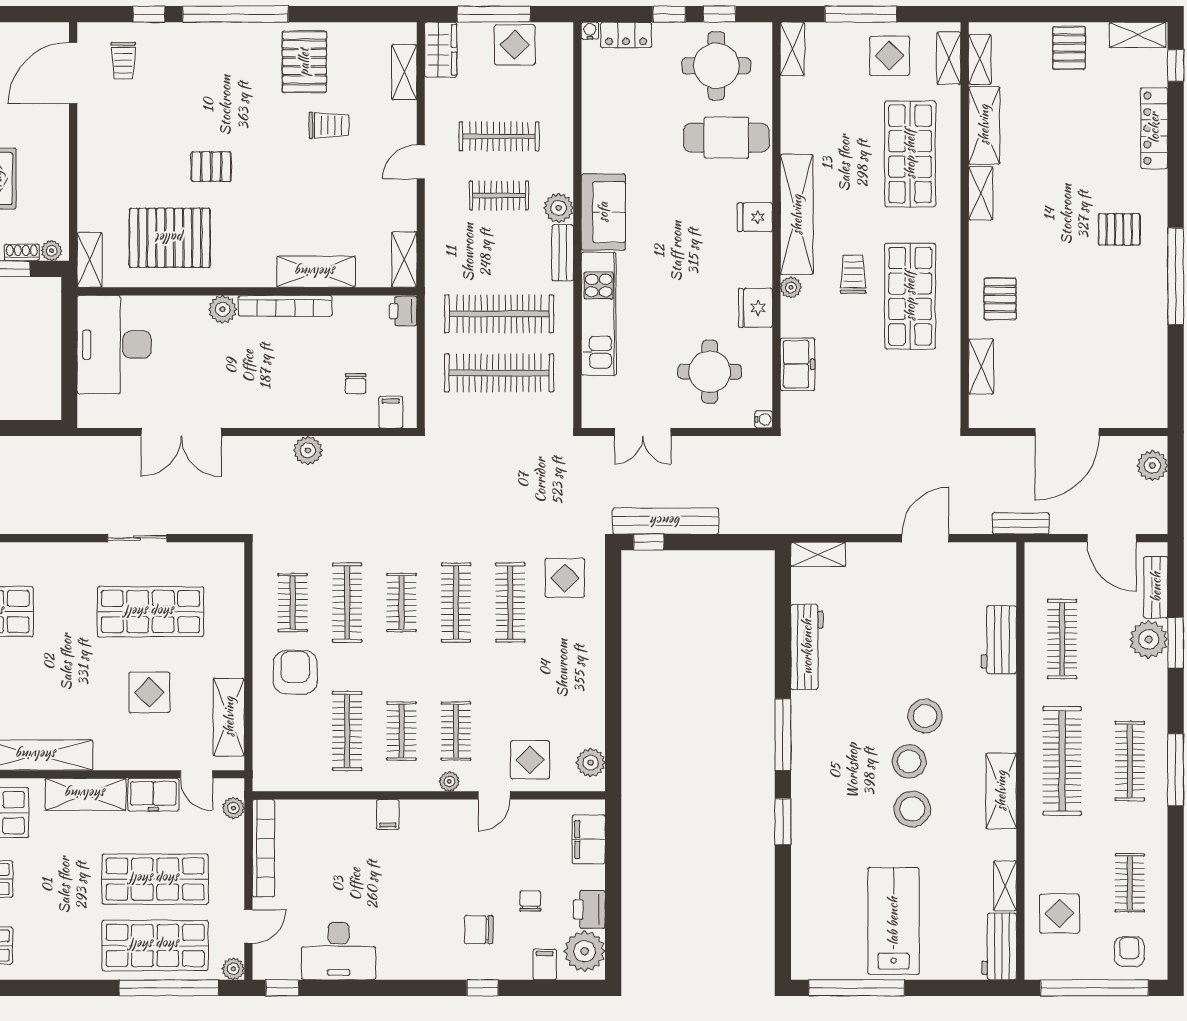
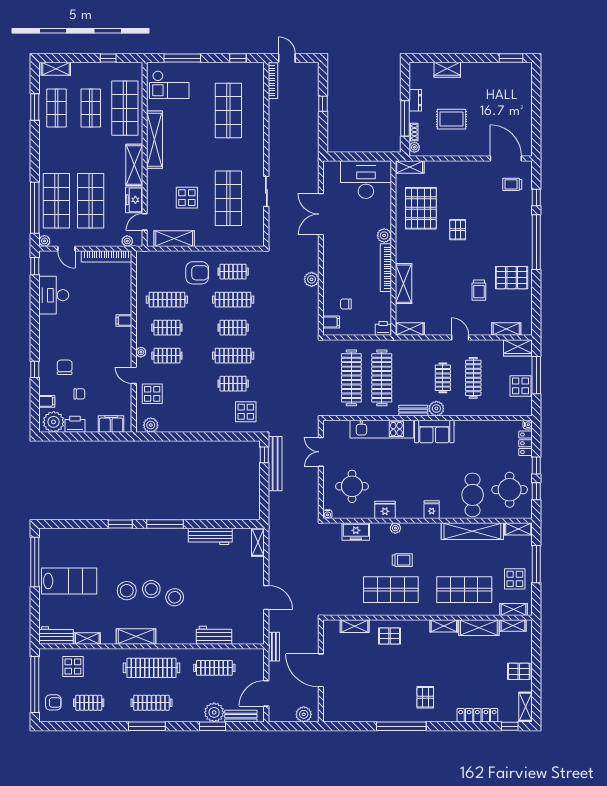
shelving: (797, 215) -> (472, 531), moved
clothes rail: (510, 603) -> (233, 384), width x0.73

